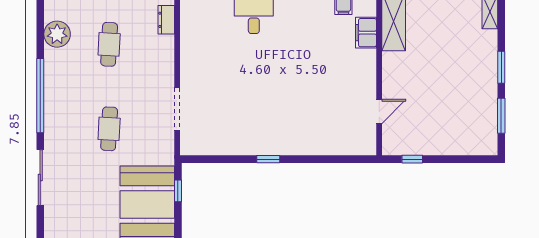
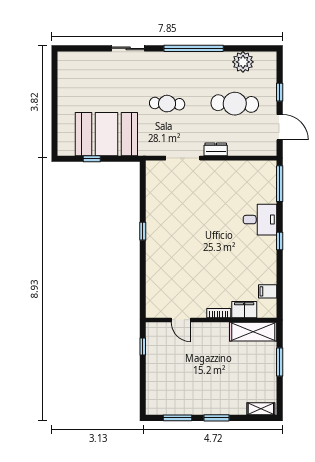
dresser: (166, 20) -> (216, 149), moved
cafe table: (109, 44) -> (235, 104), width x1.37, depth x1.35
bookcase: (370, 64) -> (219, 313), added
sliding door: (40, 178) -> (128, 48), width x0.73
window: (178, 191) -> (92, 159), moved

